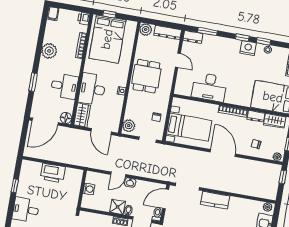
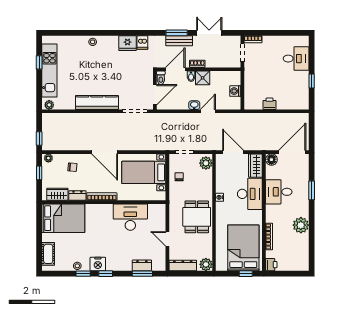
filing cabinet: (53, 14) -> (304, 264), removed
dresser: (193, 37) -> (142, 265), moved
printer: (53, 173) -> (270, 104), width x0.53, depth x0.68
kitchen counter: (215, 200) -> (97, 102), width x1.50

